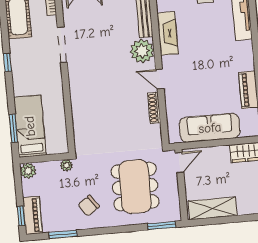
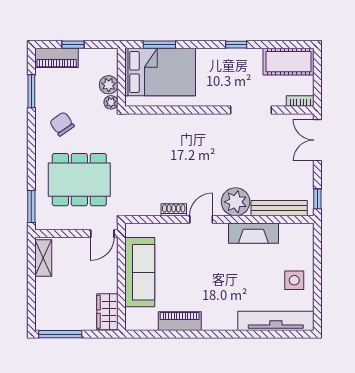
shoe rack: (154, 108) -> (174, 210), width x0.70
bed: (30, 126) -> (160, 72), width x1.50
door: (179, 163) -> (102, 234), hinge flipped
plant: (28, 171) -> (109, 85), moved
shelving: (213, 208) -> (43, 258), width x0.67, depth x0.75
window: (21, 216) -> (73, 45), moved

